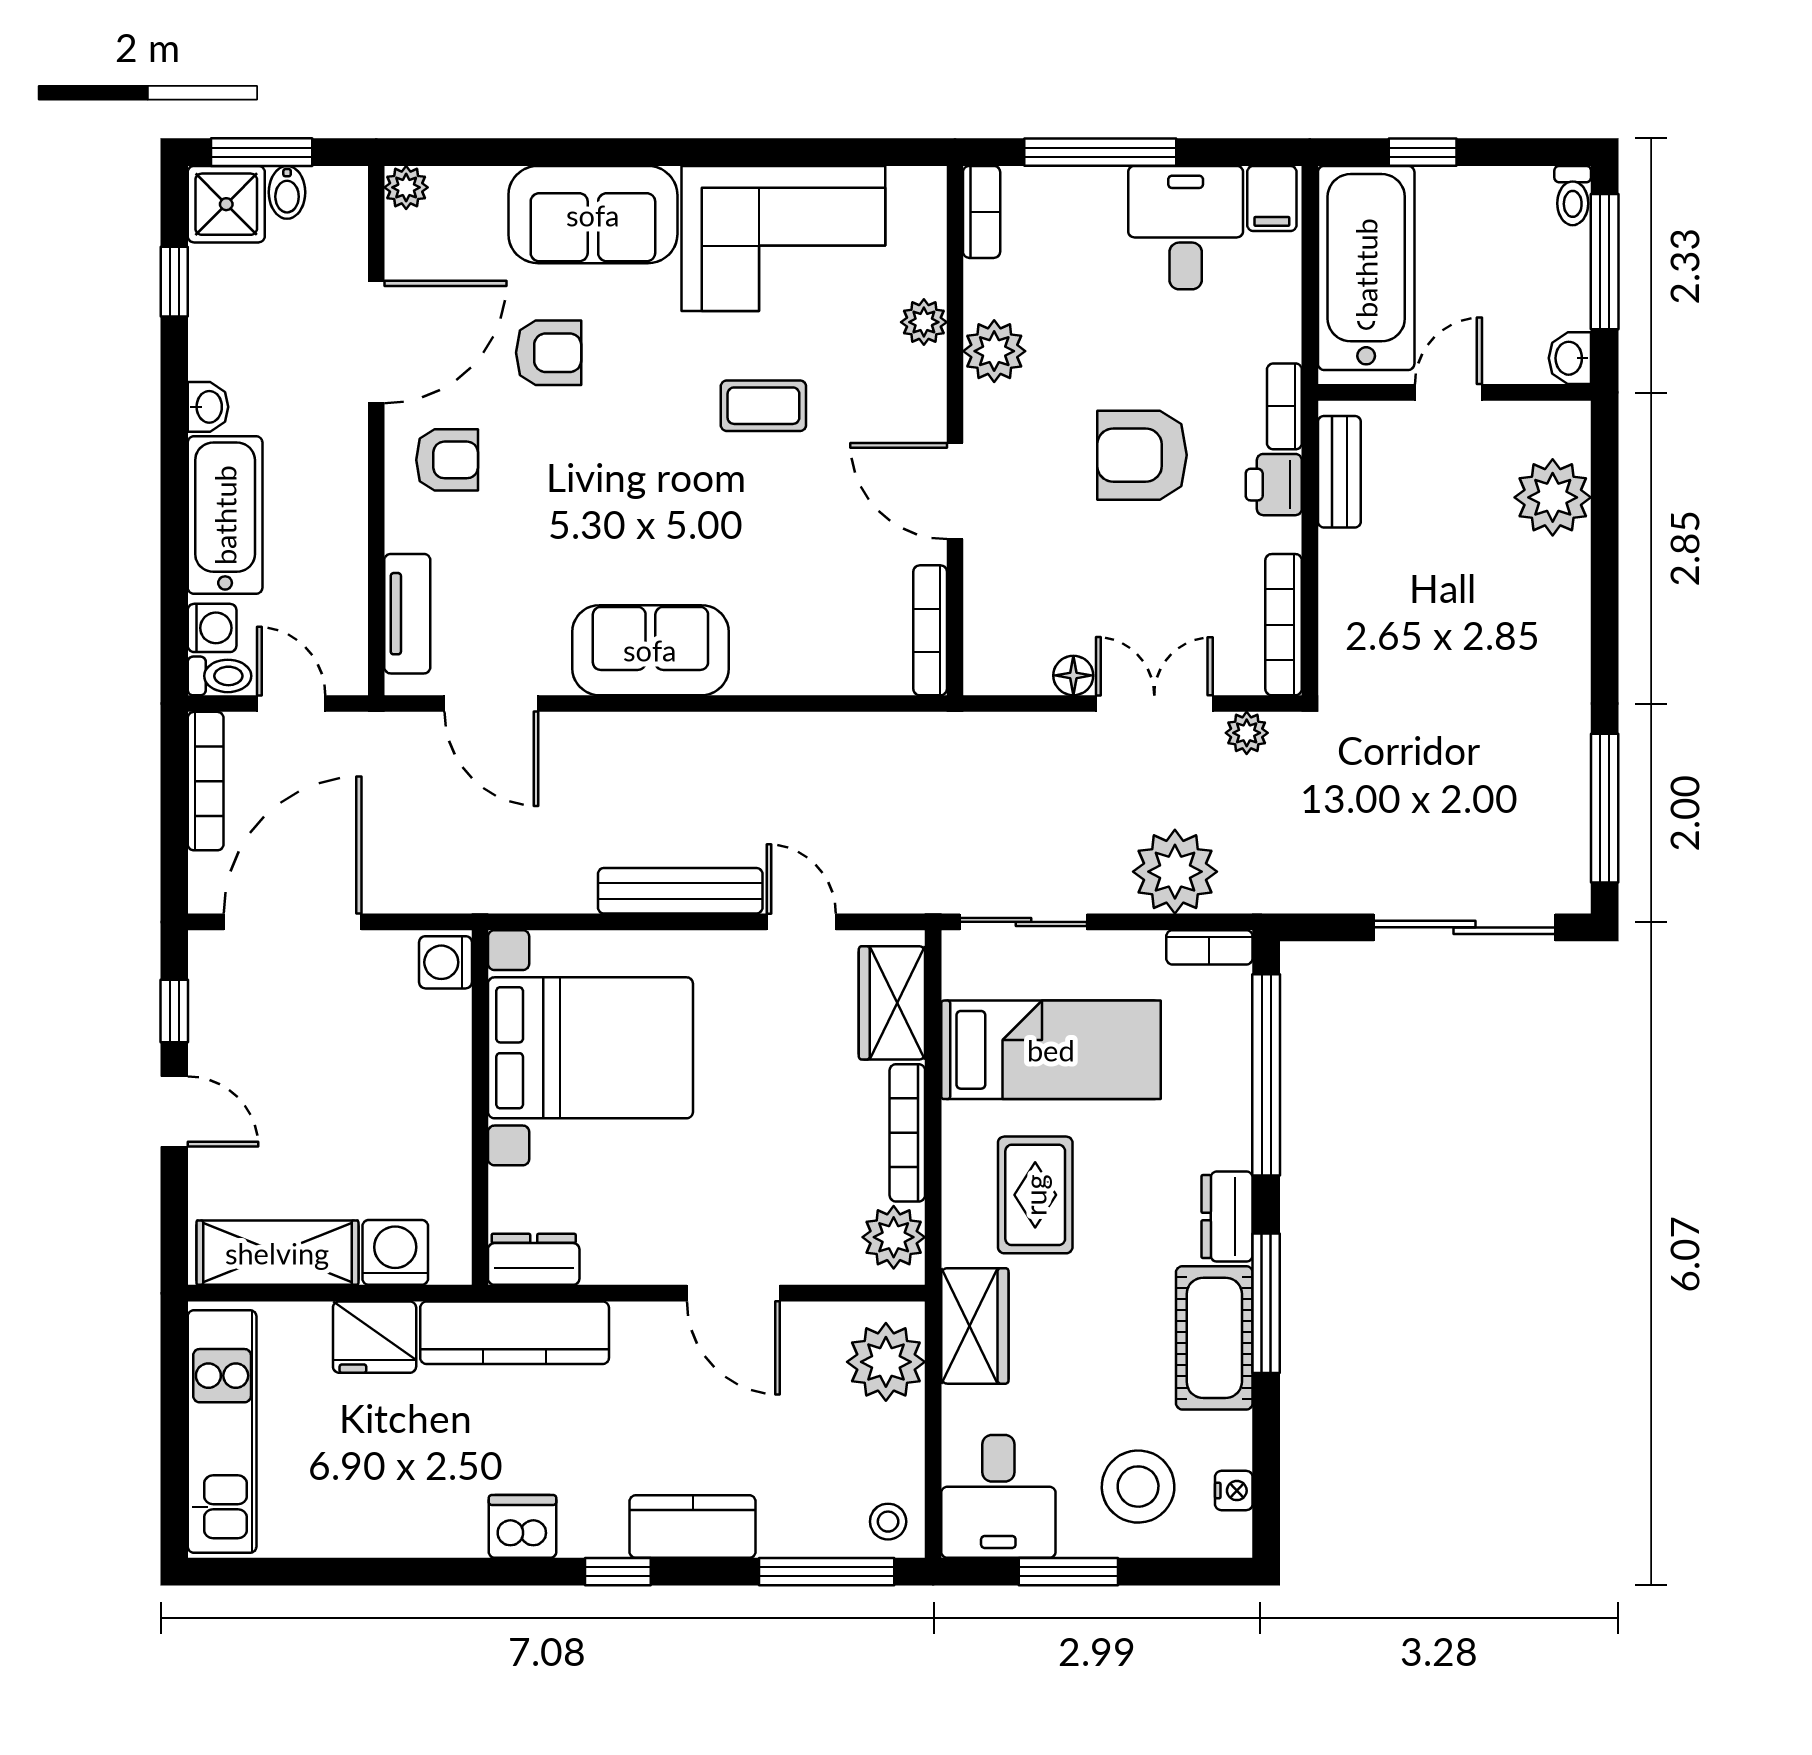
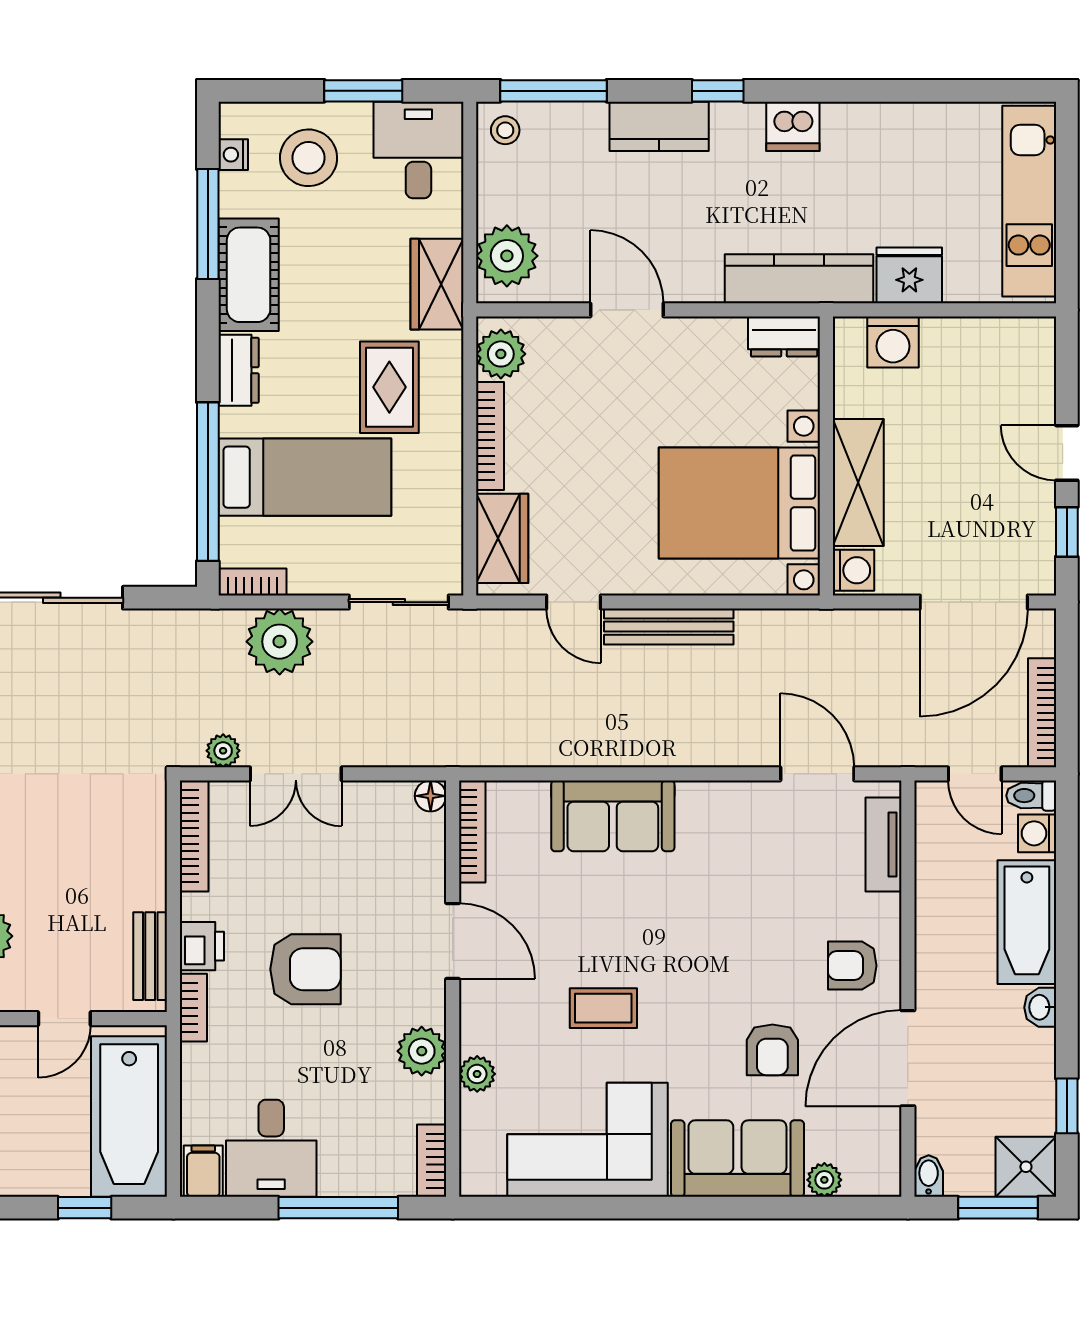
plant: (406, 187) -> (824, 1180), moved
bidet: (287, 192) -> (929, 1176), moved
armchair: (549, 353) -> (772, 1050), turned -90
sofa: (650, 650) -> (613, 816), moved
floor lamp: (1073, 675) -> (431, 796), moved
bed: (1051, 1050) -> (305, 477), moved, turned 180
shelving: (277, 1253) -> (858, 483), moved, turned 90
window: (1266, 1303) -> (208, 224), moved

